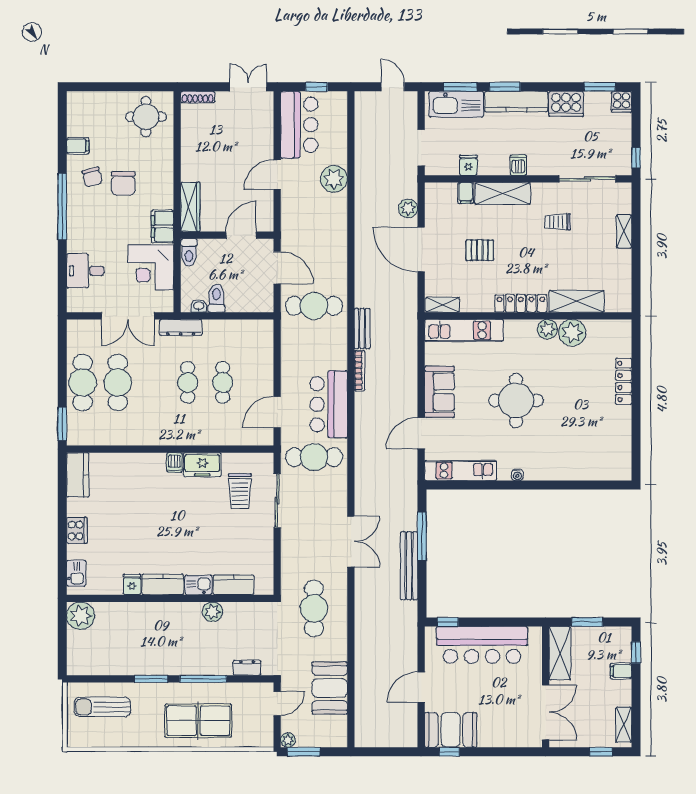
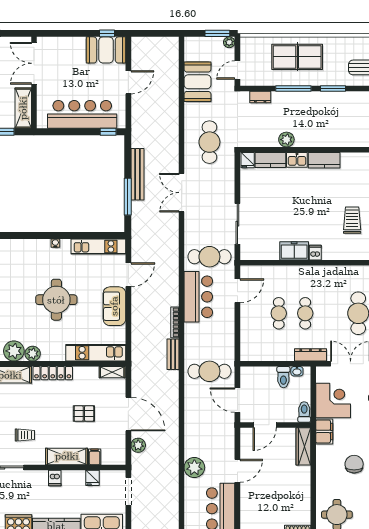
trolley: (240, 491) -> (352, 220), moved
fridge: (132, 584) -> (248, 160), moved

